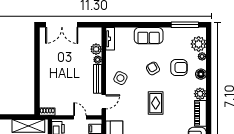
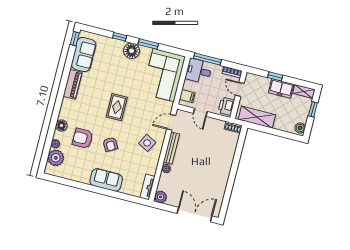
window: (185, 25) -> (65, 182), removed
plant: (96, 49) -> (161, 197), moved
plant: (200, 94) -> (67, 105), removed

